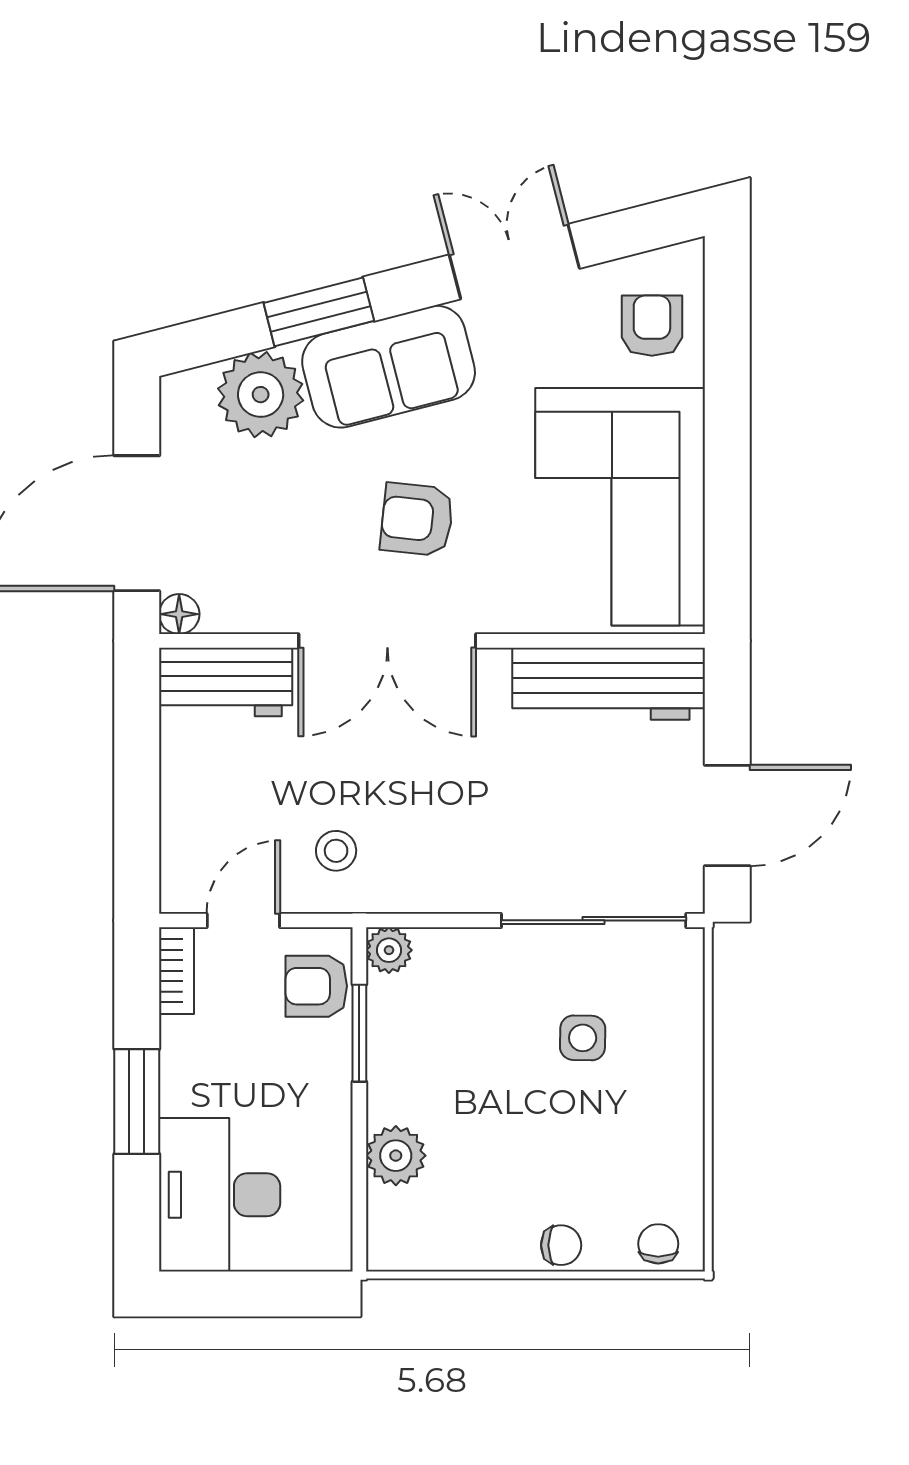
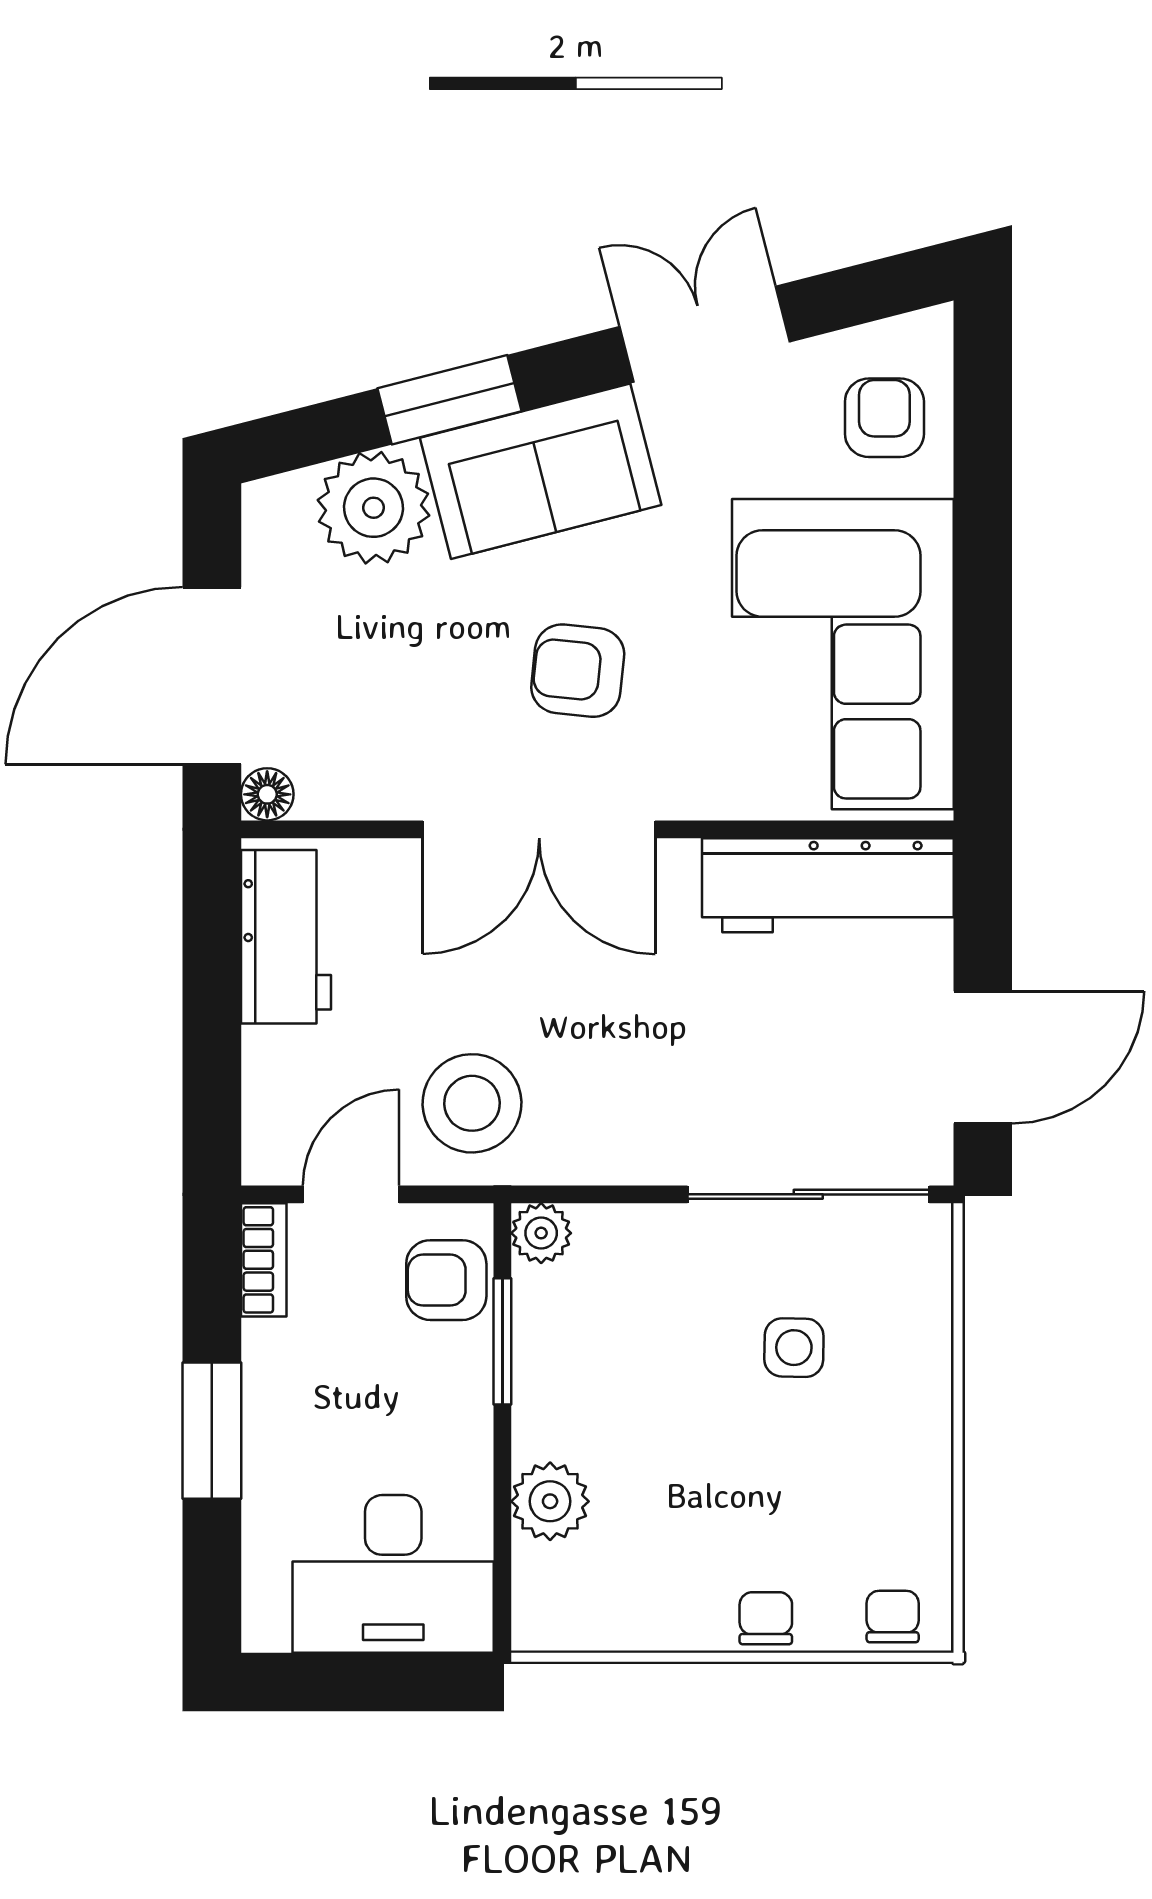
workbench: (226, 682) -> (286, 937), moved, turned -90
stool: (336, 851) -> (472, 1103), width x1.89, depth x1.89
desk: (220, 1195) -> (393, 1574), moved, turned -90
chair: (561, 1245) -> (766, 1618), turned -90

